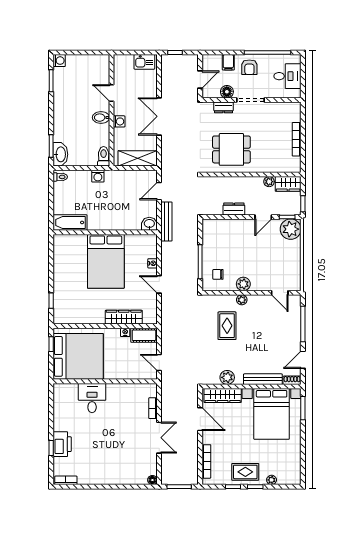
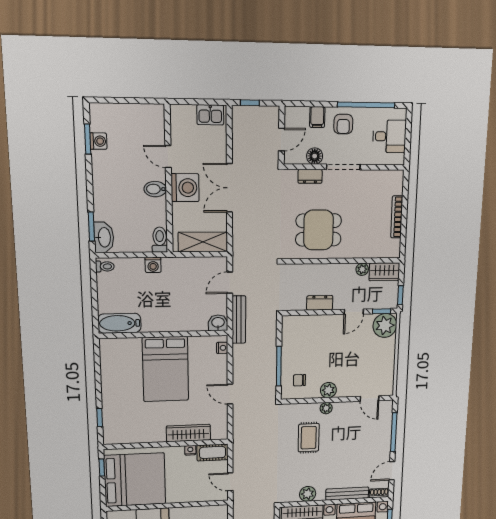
washing machine: (59, 61) -> (98, 141), moved
washing machine: (119, 121) -> (185, 188), width x1.89, depth x1.89
nightstand: (153, 263) -> (222, 348), moved

